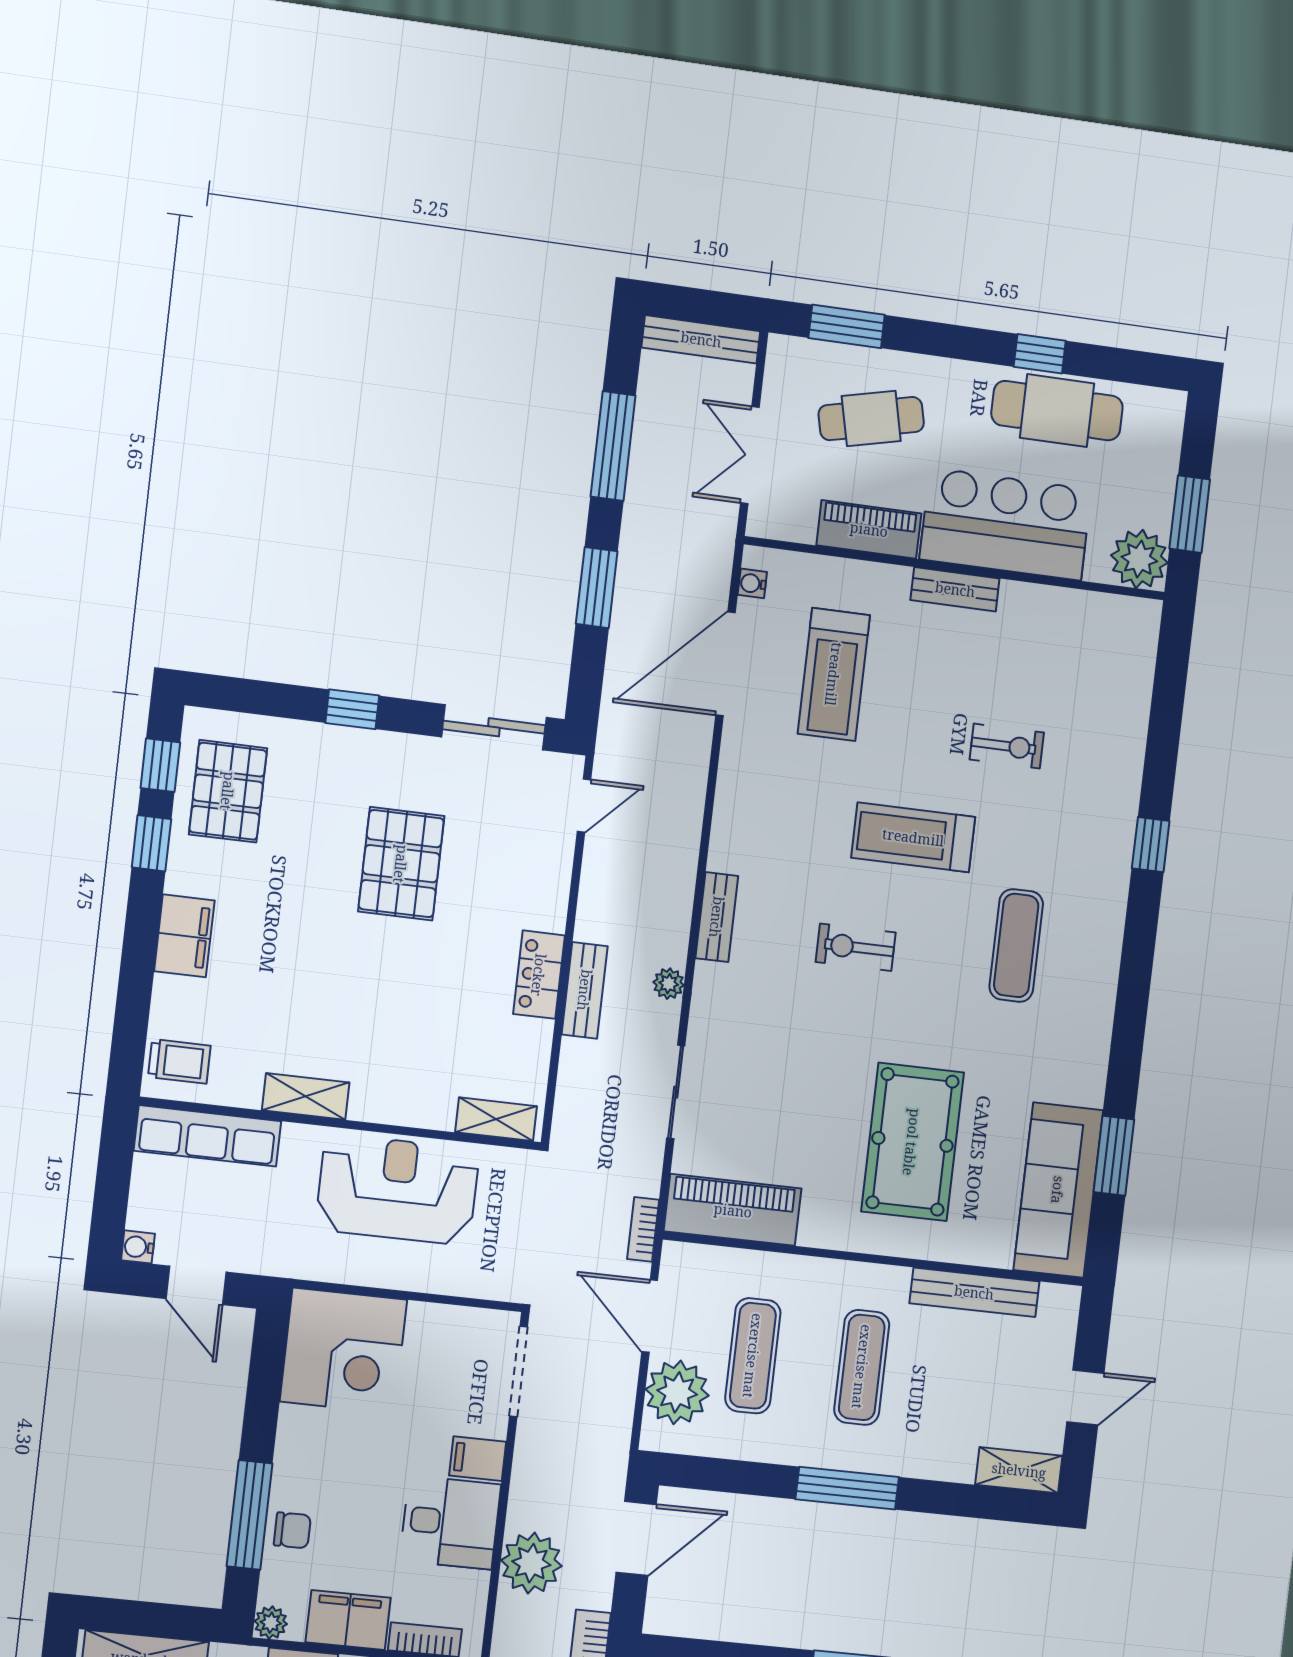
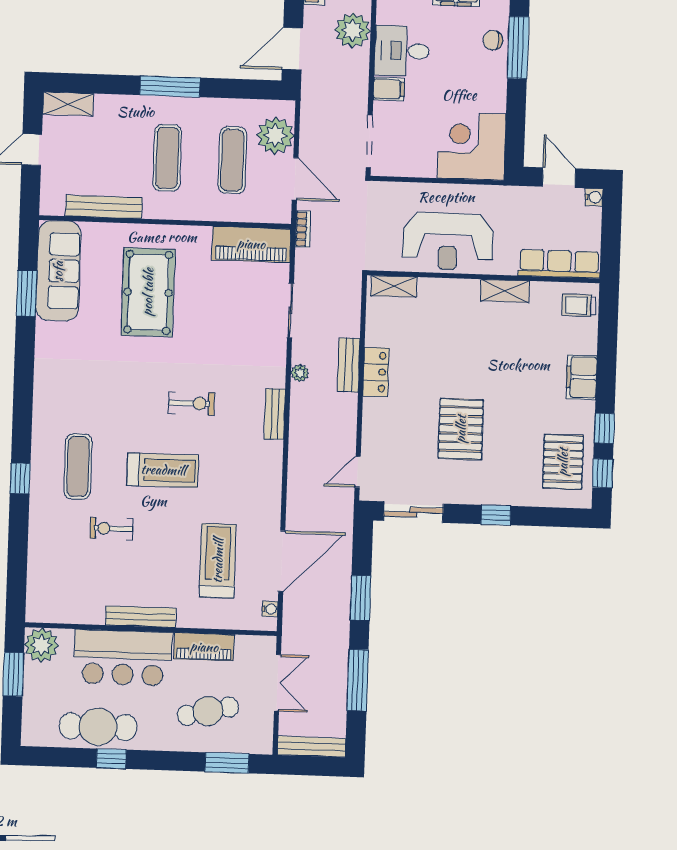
bench: (955, 589) -> (141, 617), width x1.36
exercise mat: (1016, 945) -> (78, 467), moved

